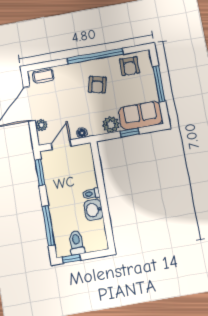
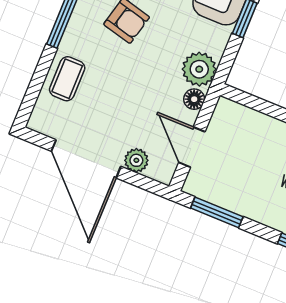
coffee table: (43, 76) -> (67, 79), moved
plant: (111, 125) -> (199, 69), moved

